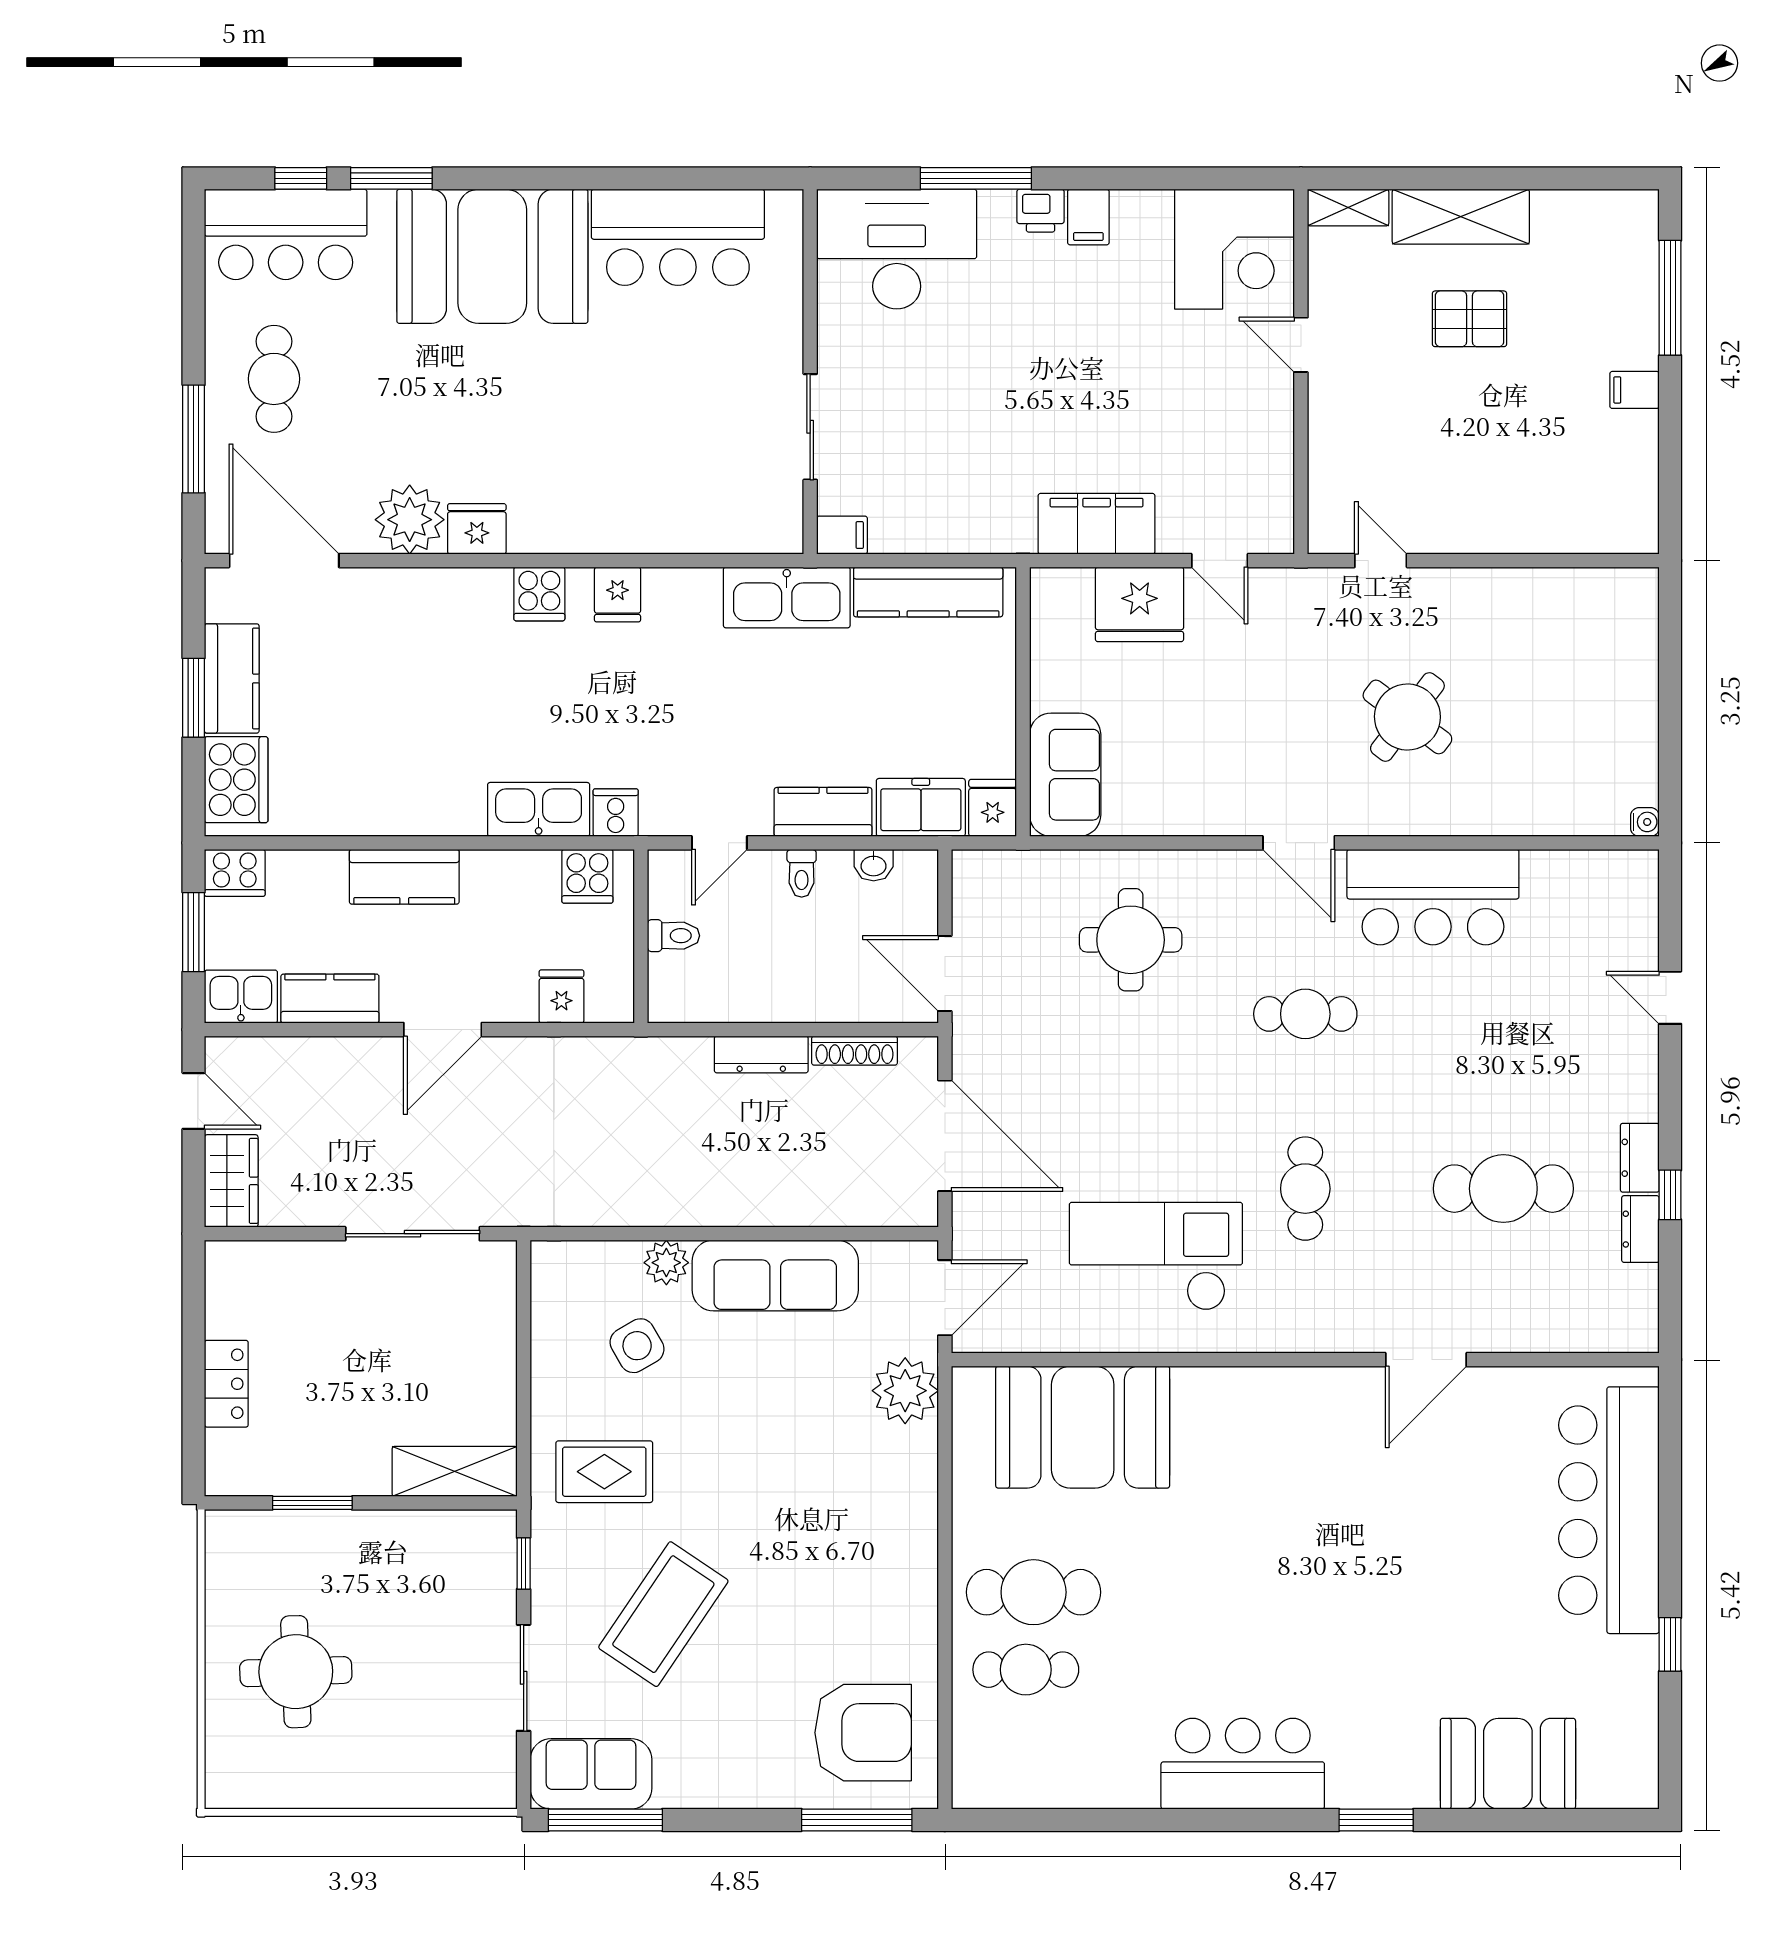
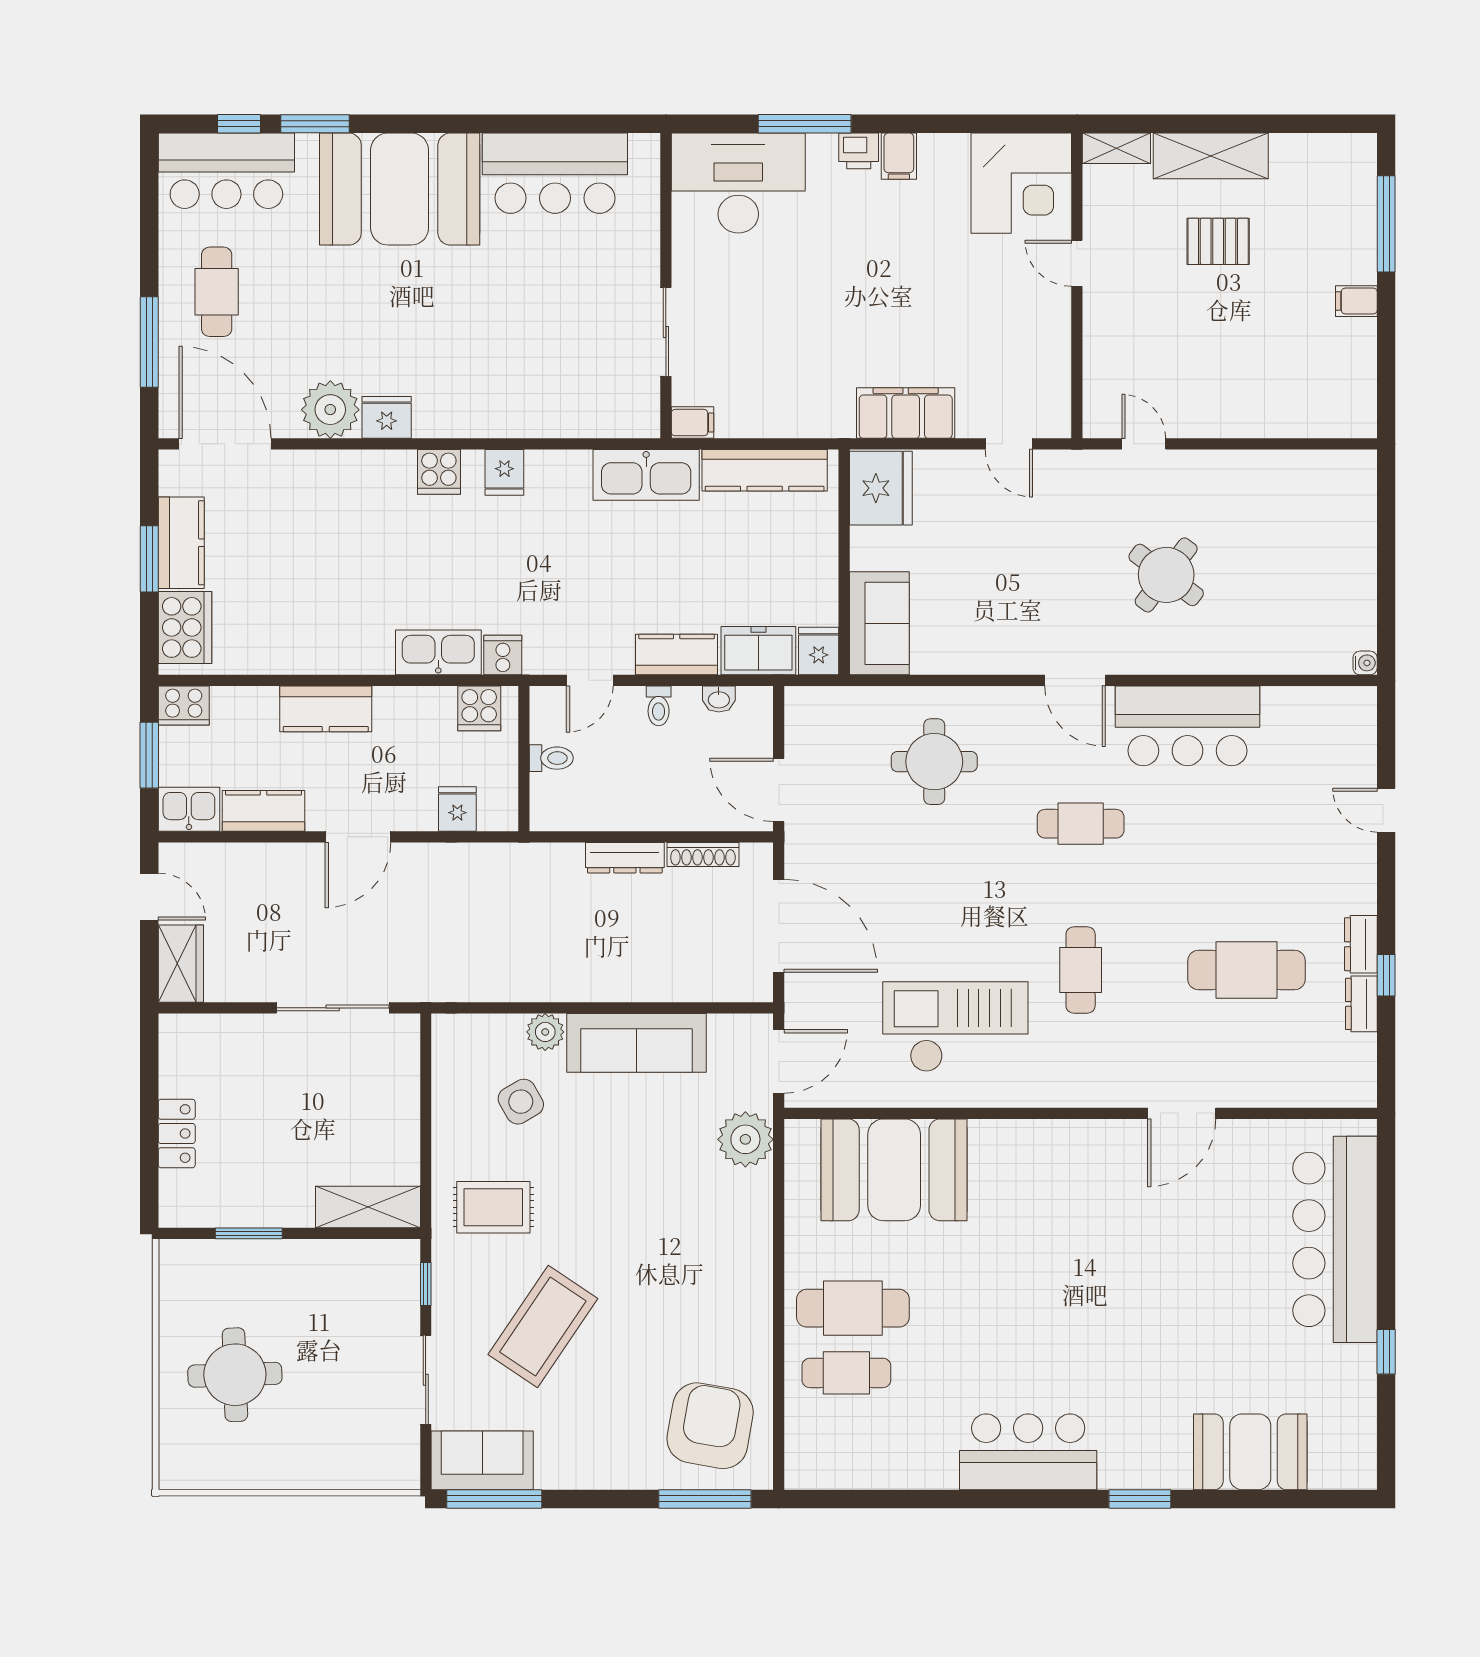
fridge: (1140, 604) -> (881, 488), moved, turned -90
armchair: (863, 1733) -> (710, 1426), turned -80

